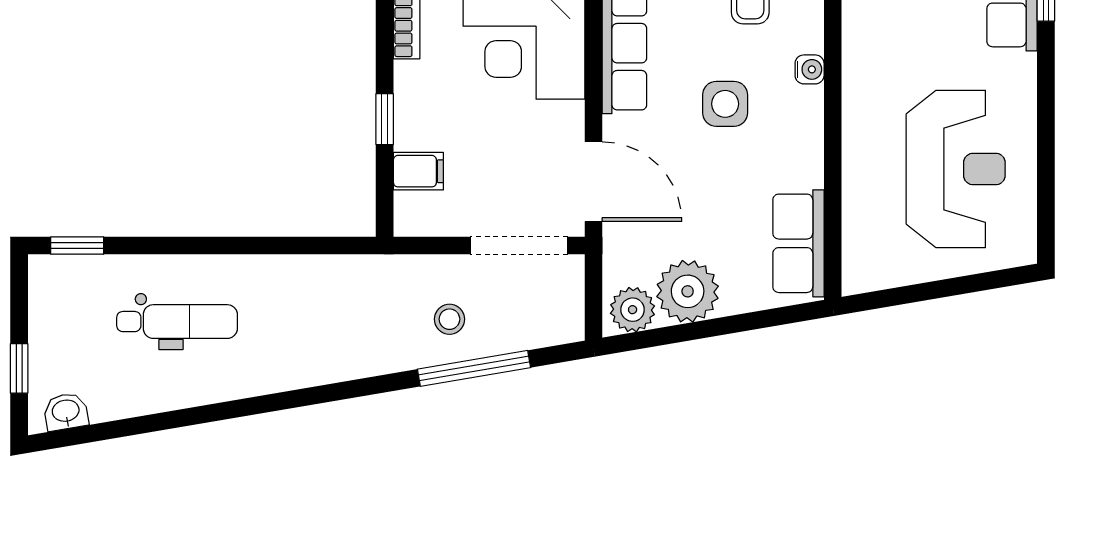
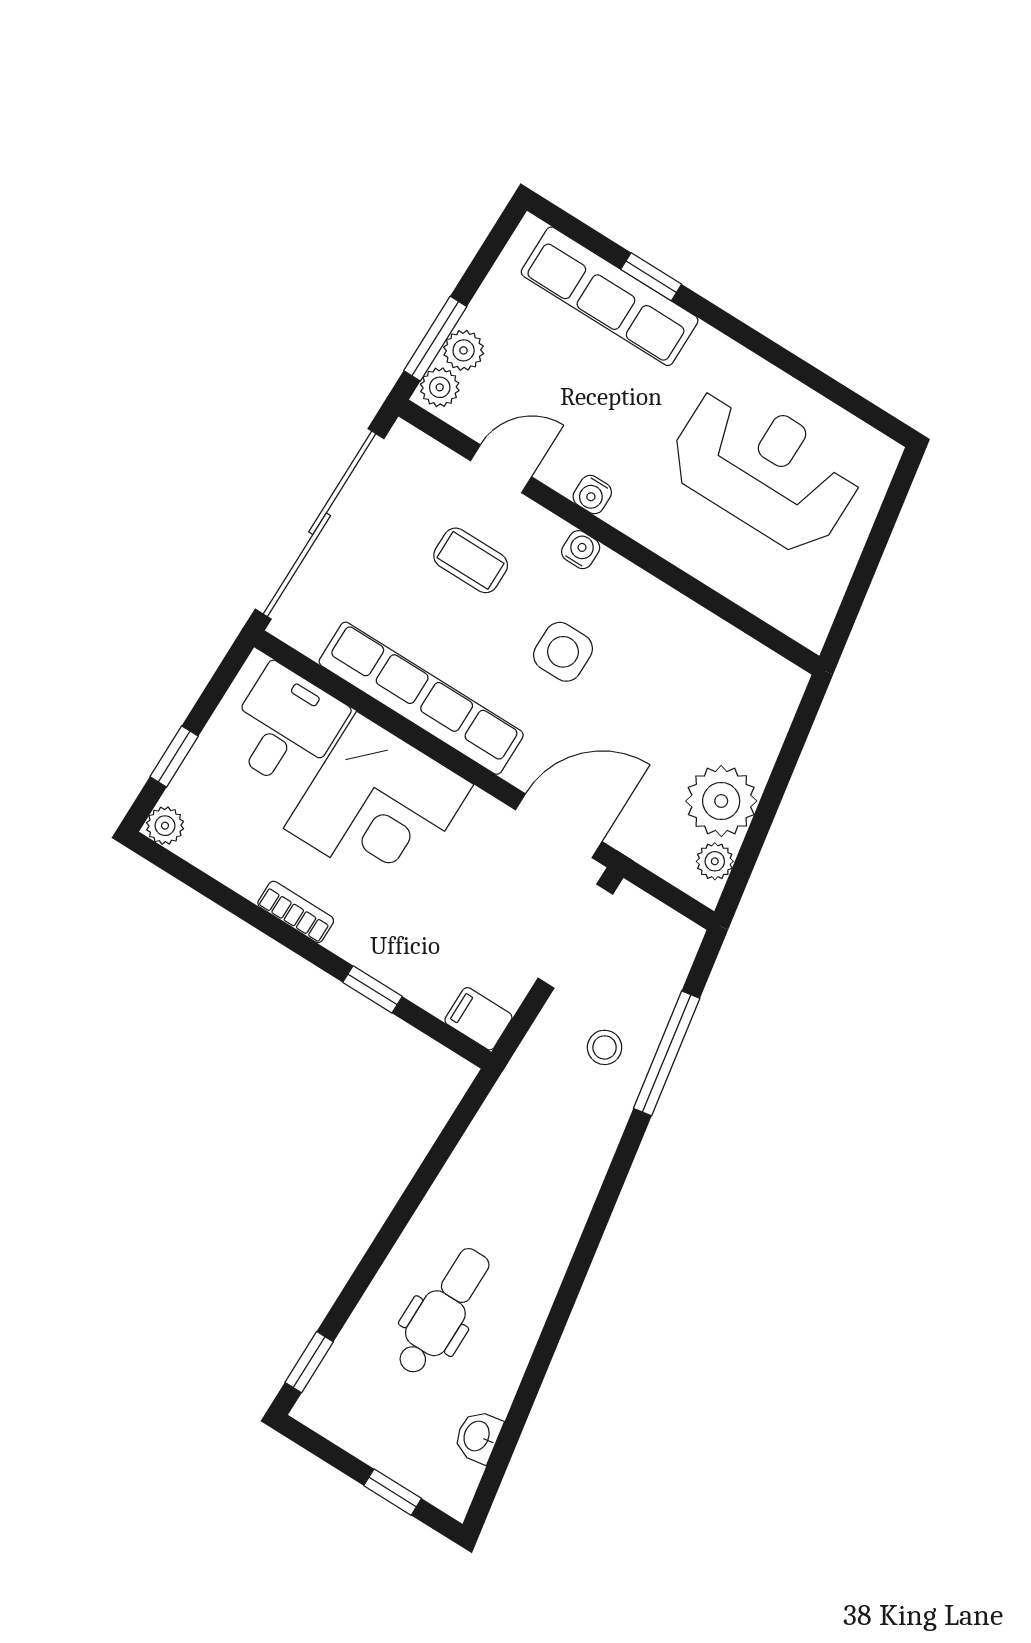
water cooler: (856, 52) -> (592, 495), added
filing cabinet: (418, 171) -> (478, 1019), moved, turned -90
row of seats: (798, 243) -> (742, 665), removed
plant: (633, 310) -> (715, 861), width x0.73, depth x0.73
washbasin: (66, 412) -> (478, 1436), moved

